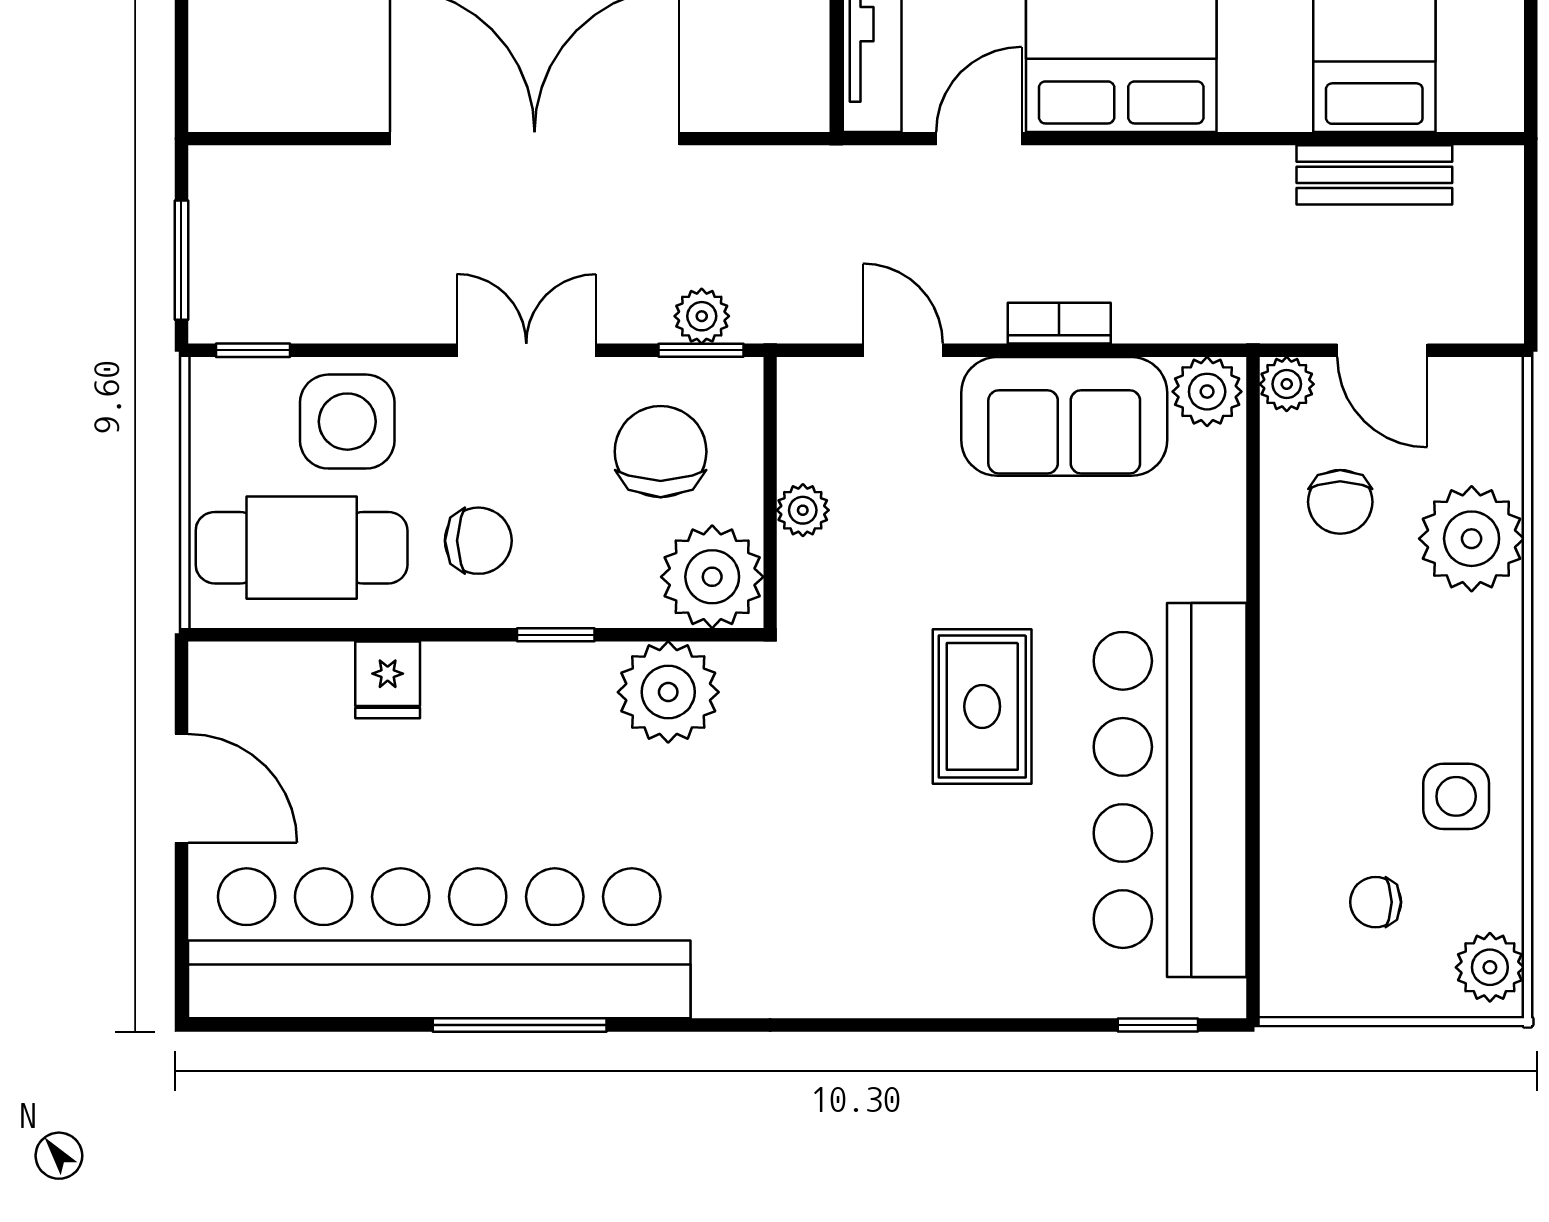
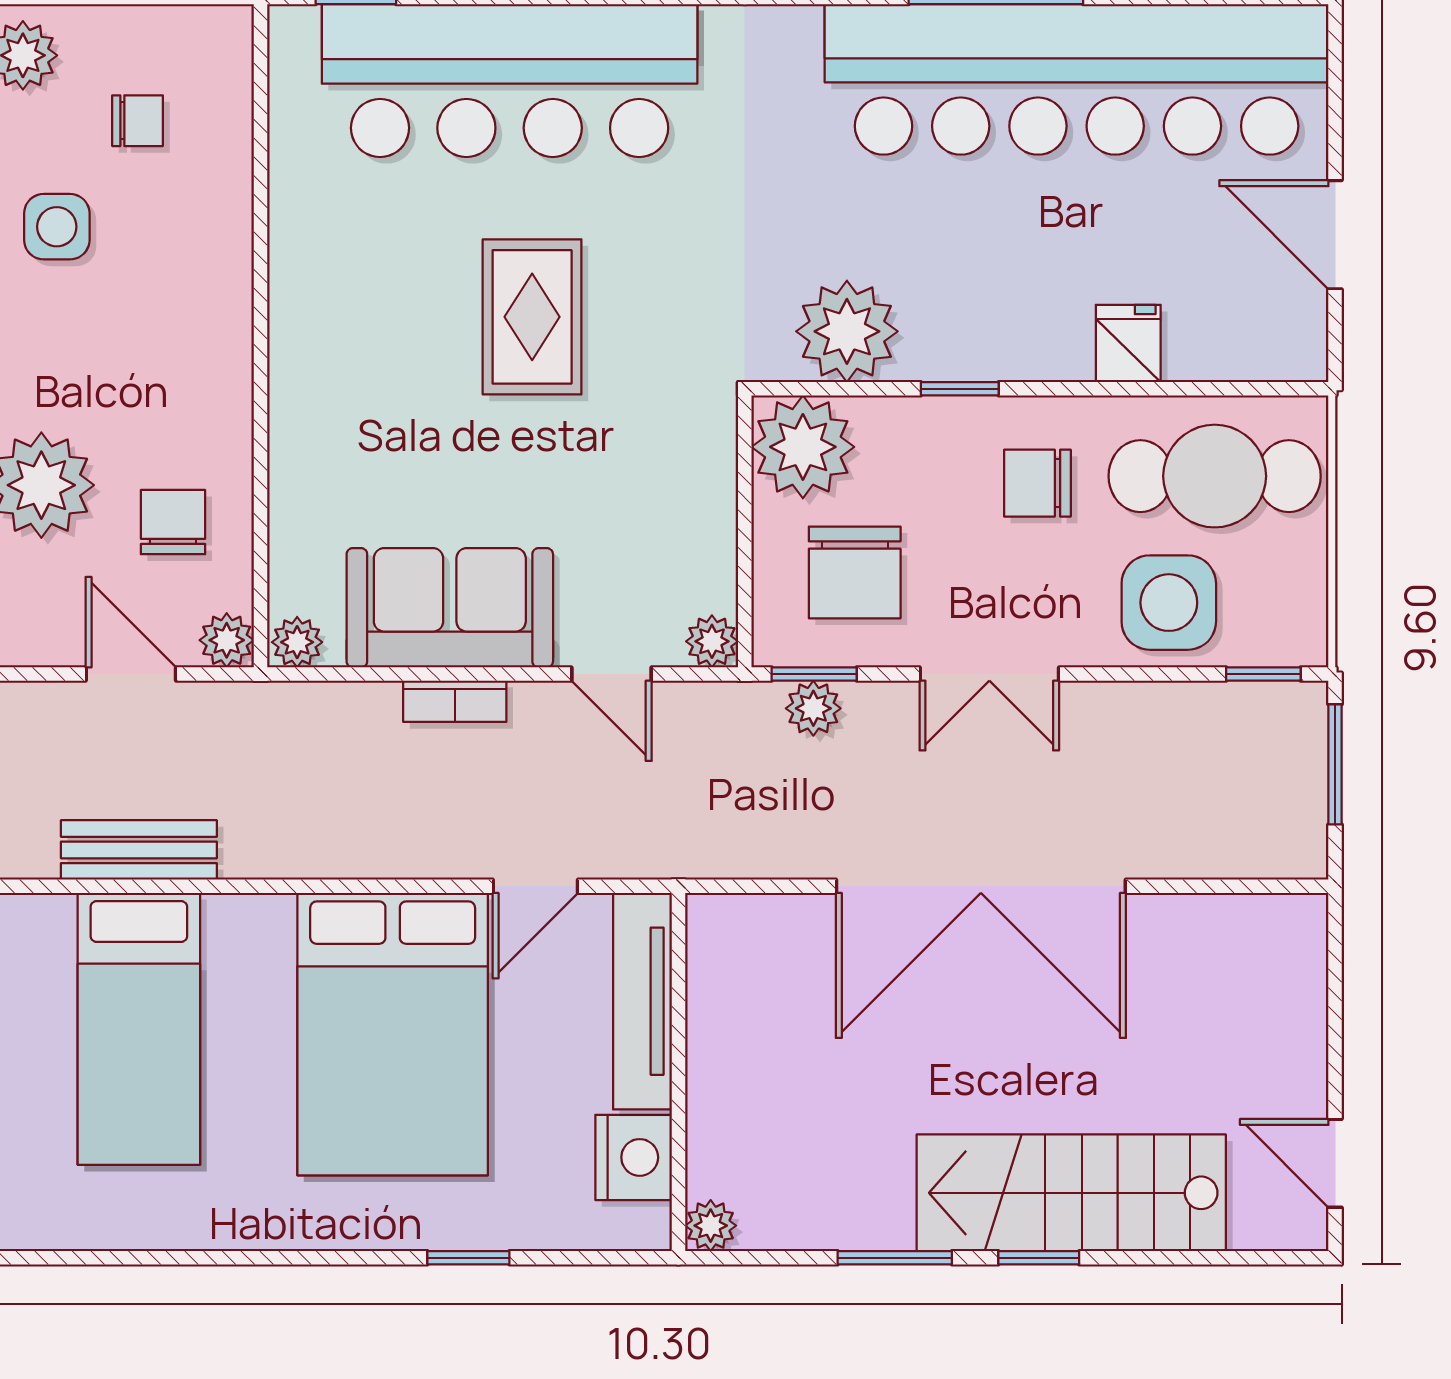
plant: (1207, 392) -> (297, 642), width x0.73, depth x0.73
plant: (803, 510) -> (712, 641), moved
bar counter: (1170, 790) -> (510, 81), moved, turned 90

